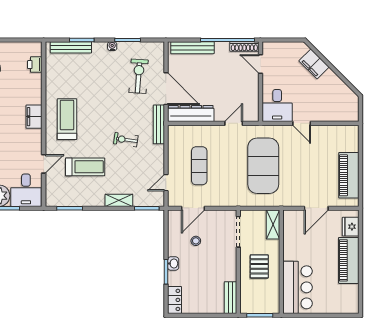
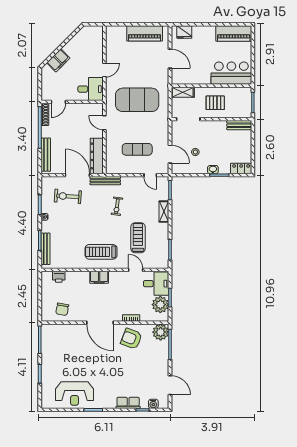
door: (166, 89) -> (77, 175), hinge flipped
piano: (349, 260) -> (234, 33), moved

